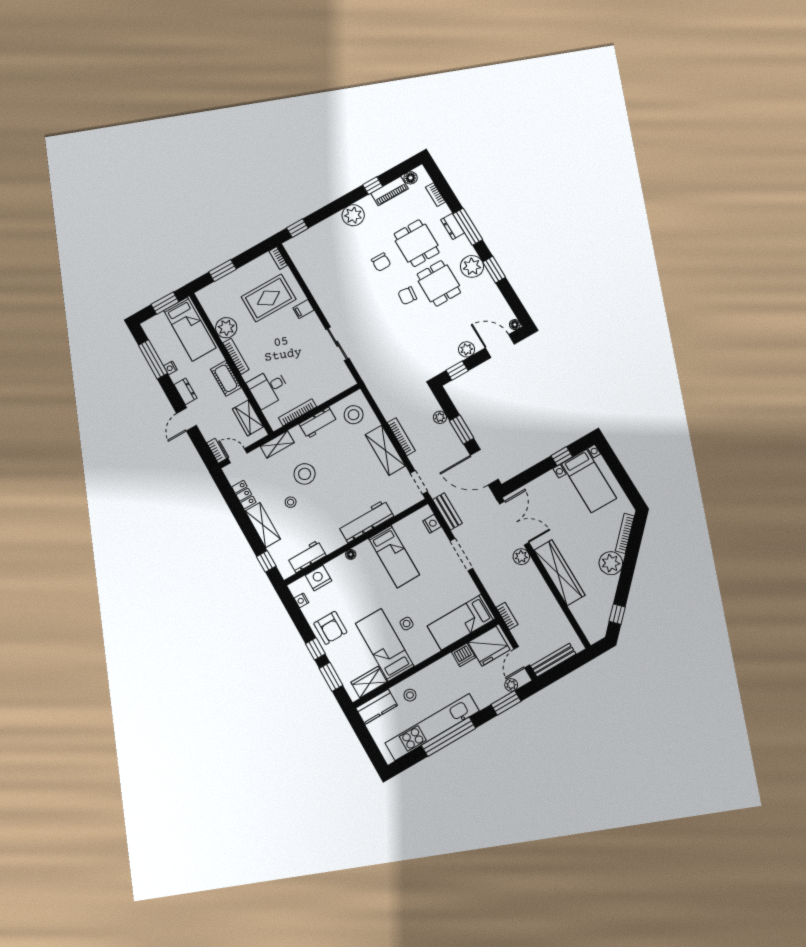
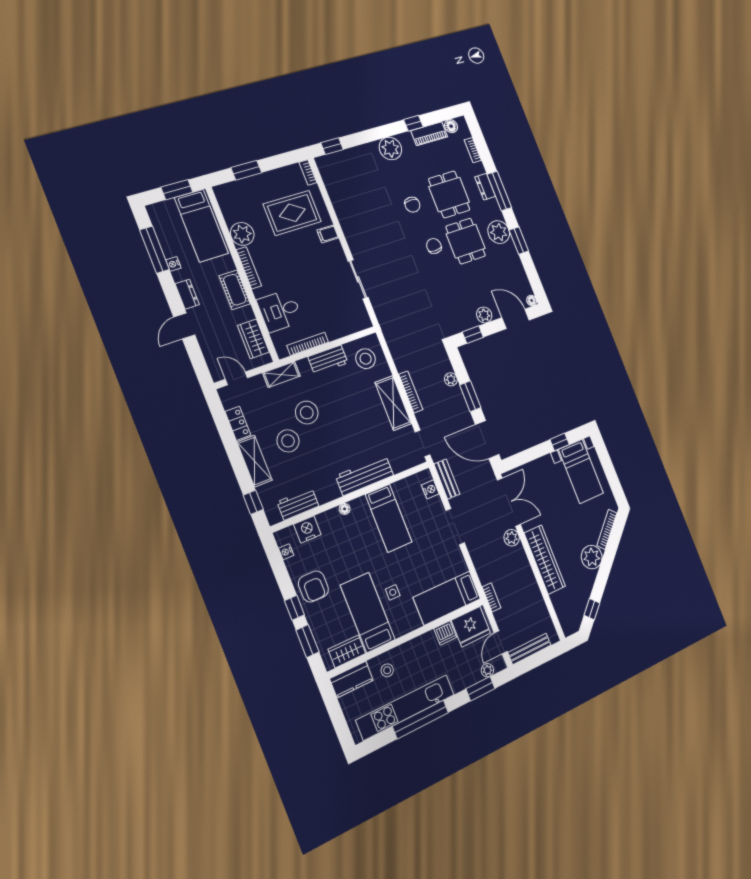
chair: (407, 296) -> (434, 246), turned 84
bookcase: (217, 451) -> (214, 368), removed
stool: (291, 502) -> (288, 441), width x1.89, depth x1.89

